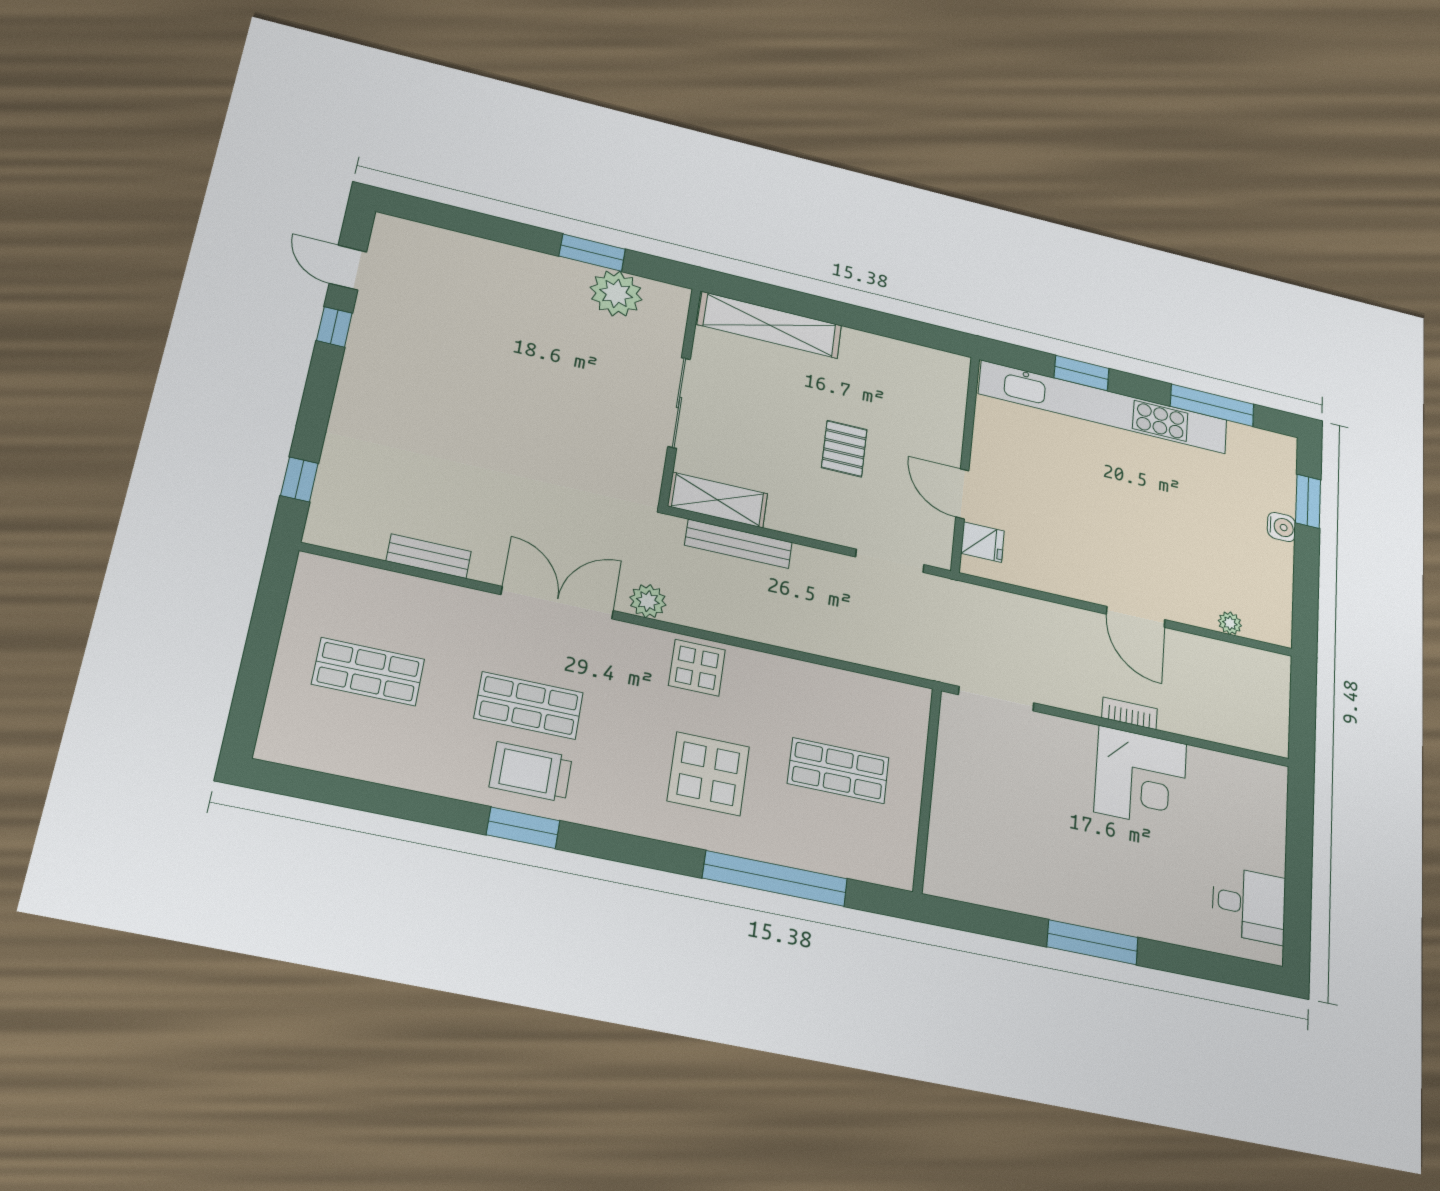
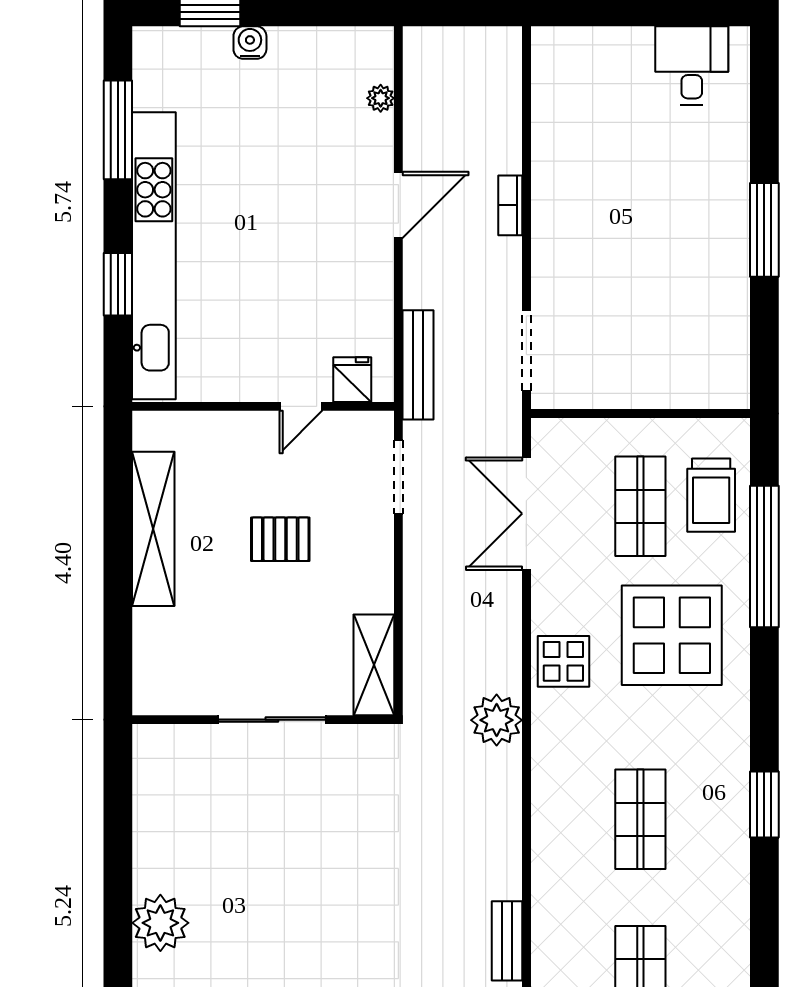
window: (592, 253) -> (118, 835), removed
plant: (616, 293) -> (160, 923), moved
shelving: (770, 325) -> (153, 529), moved
door: (962, 494) -> (301, 406), width x0.73
bench: (738, 544) -> (418, 365), moved
plant: (648, 601) -> (497, 720), width x1.36, depth x1.36
double door: (557, 603) -> (526, 514), moved
trolley: (531, 772) -> (711, 495), moved
display table: (708, 774) -> (672, 635), width x1.36, depth x1.36
corner desk: (1141, 778) -> (579, 189), removed

